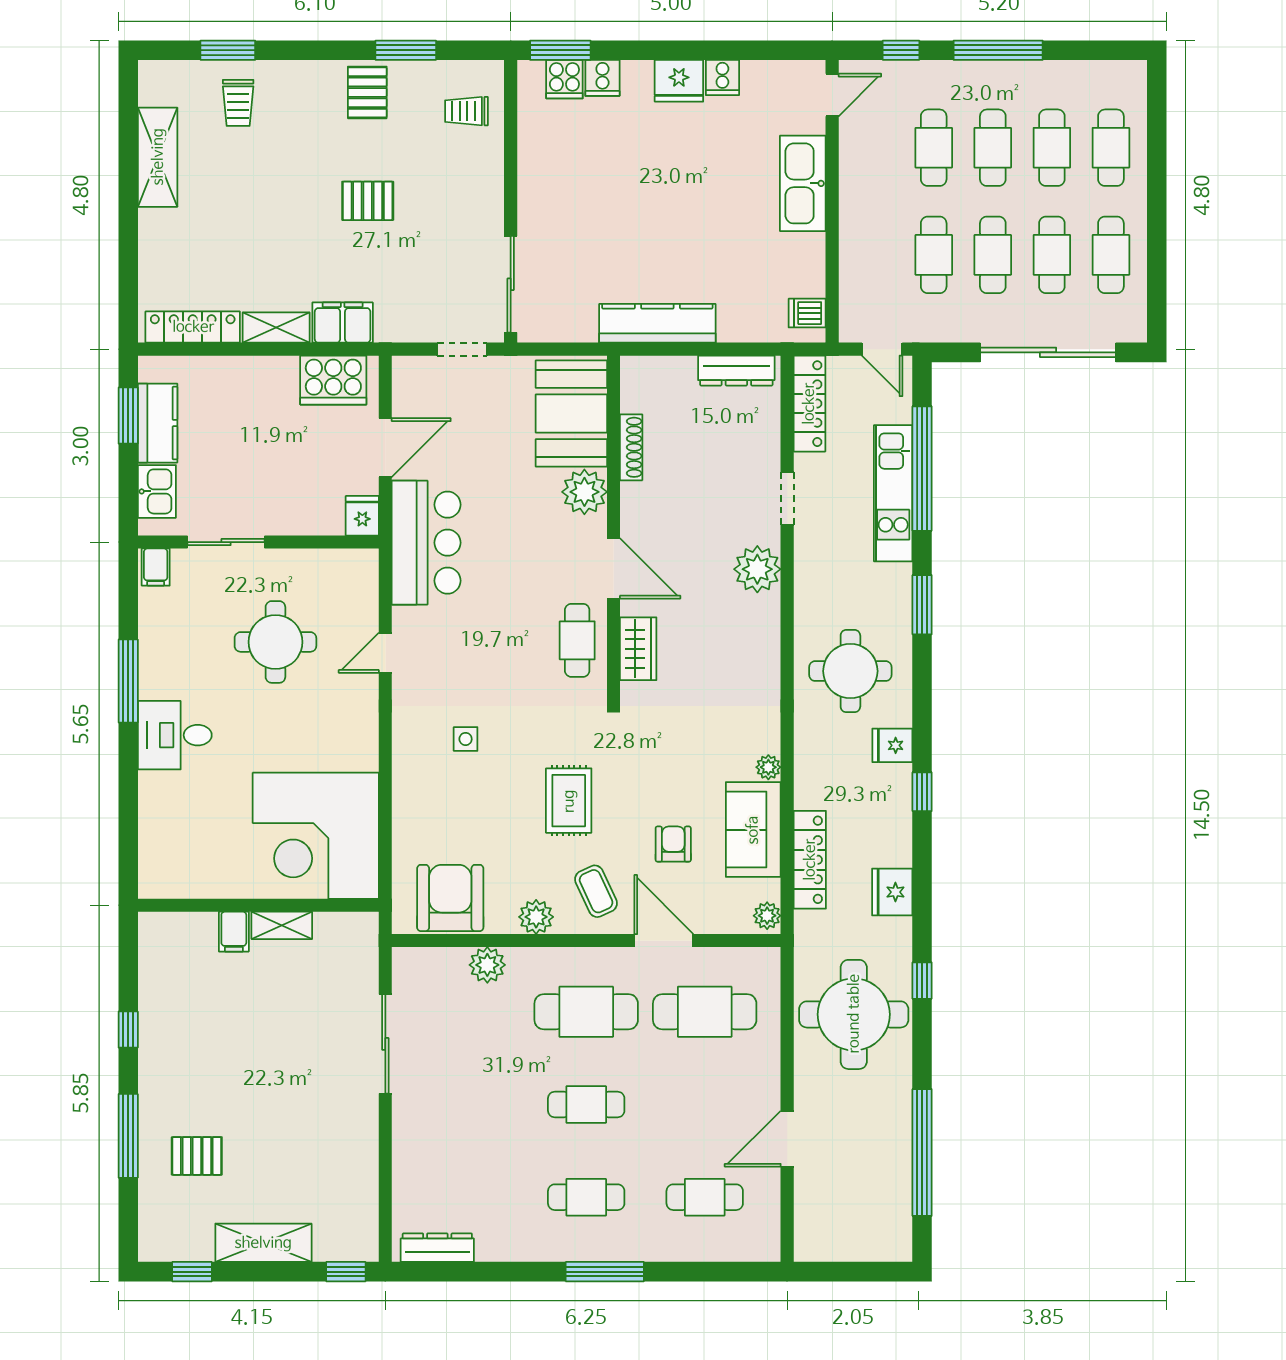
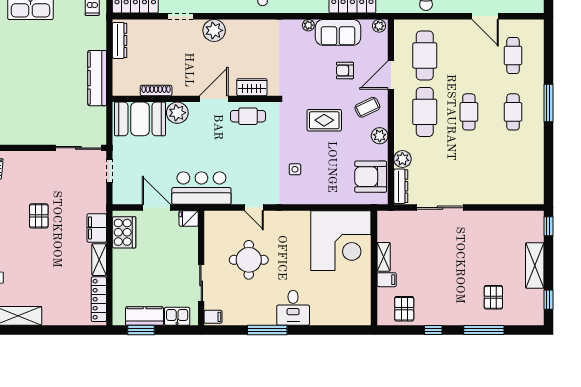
pallet: (173, 969) -> (404, 309), added
dresser: (437, 1248) -> (401, 186), moved, turned 180

